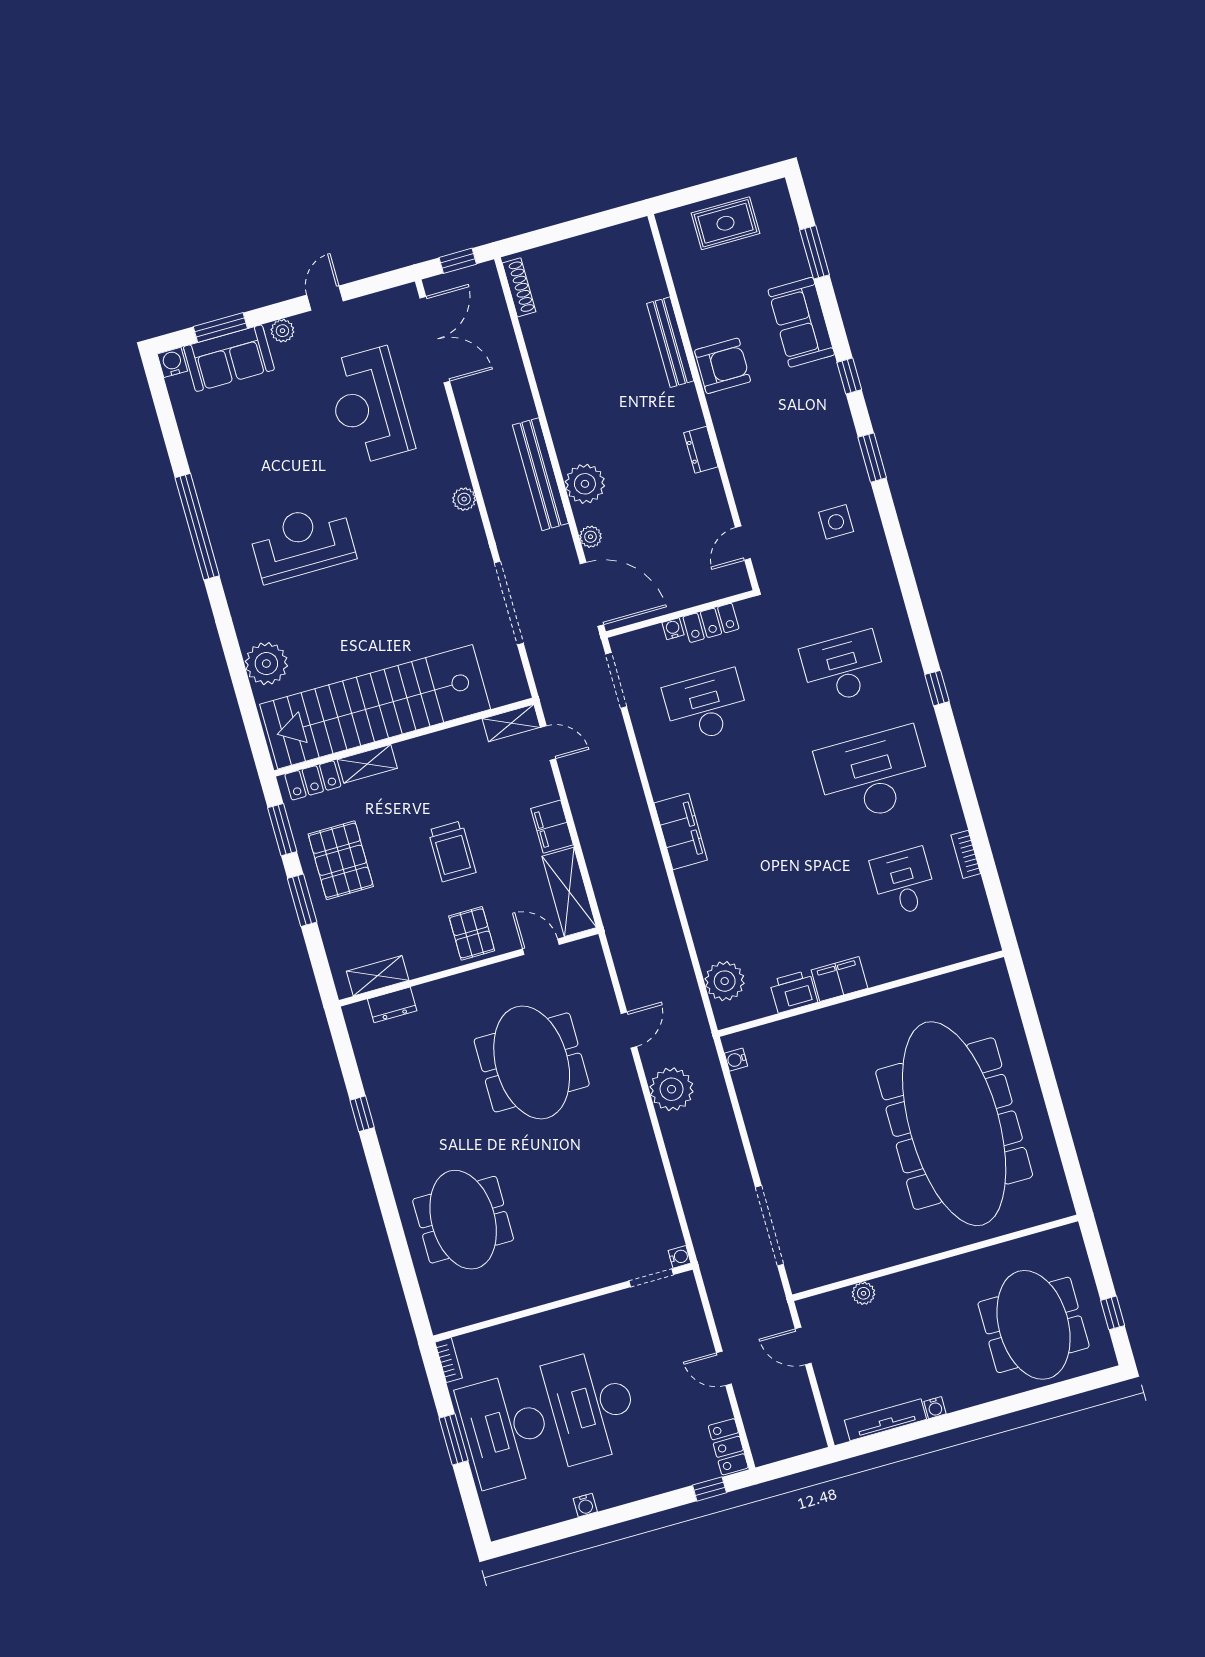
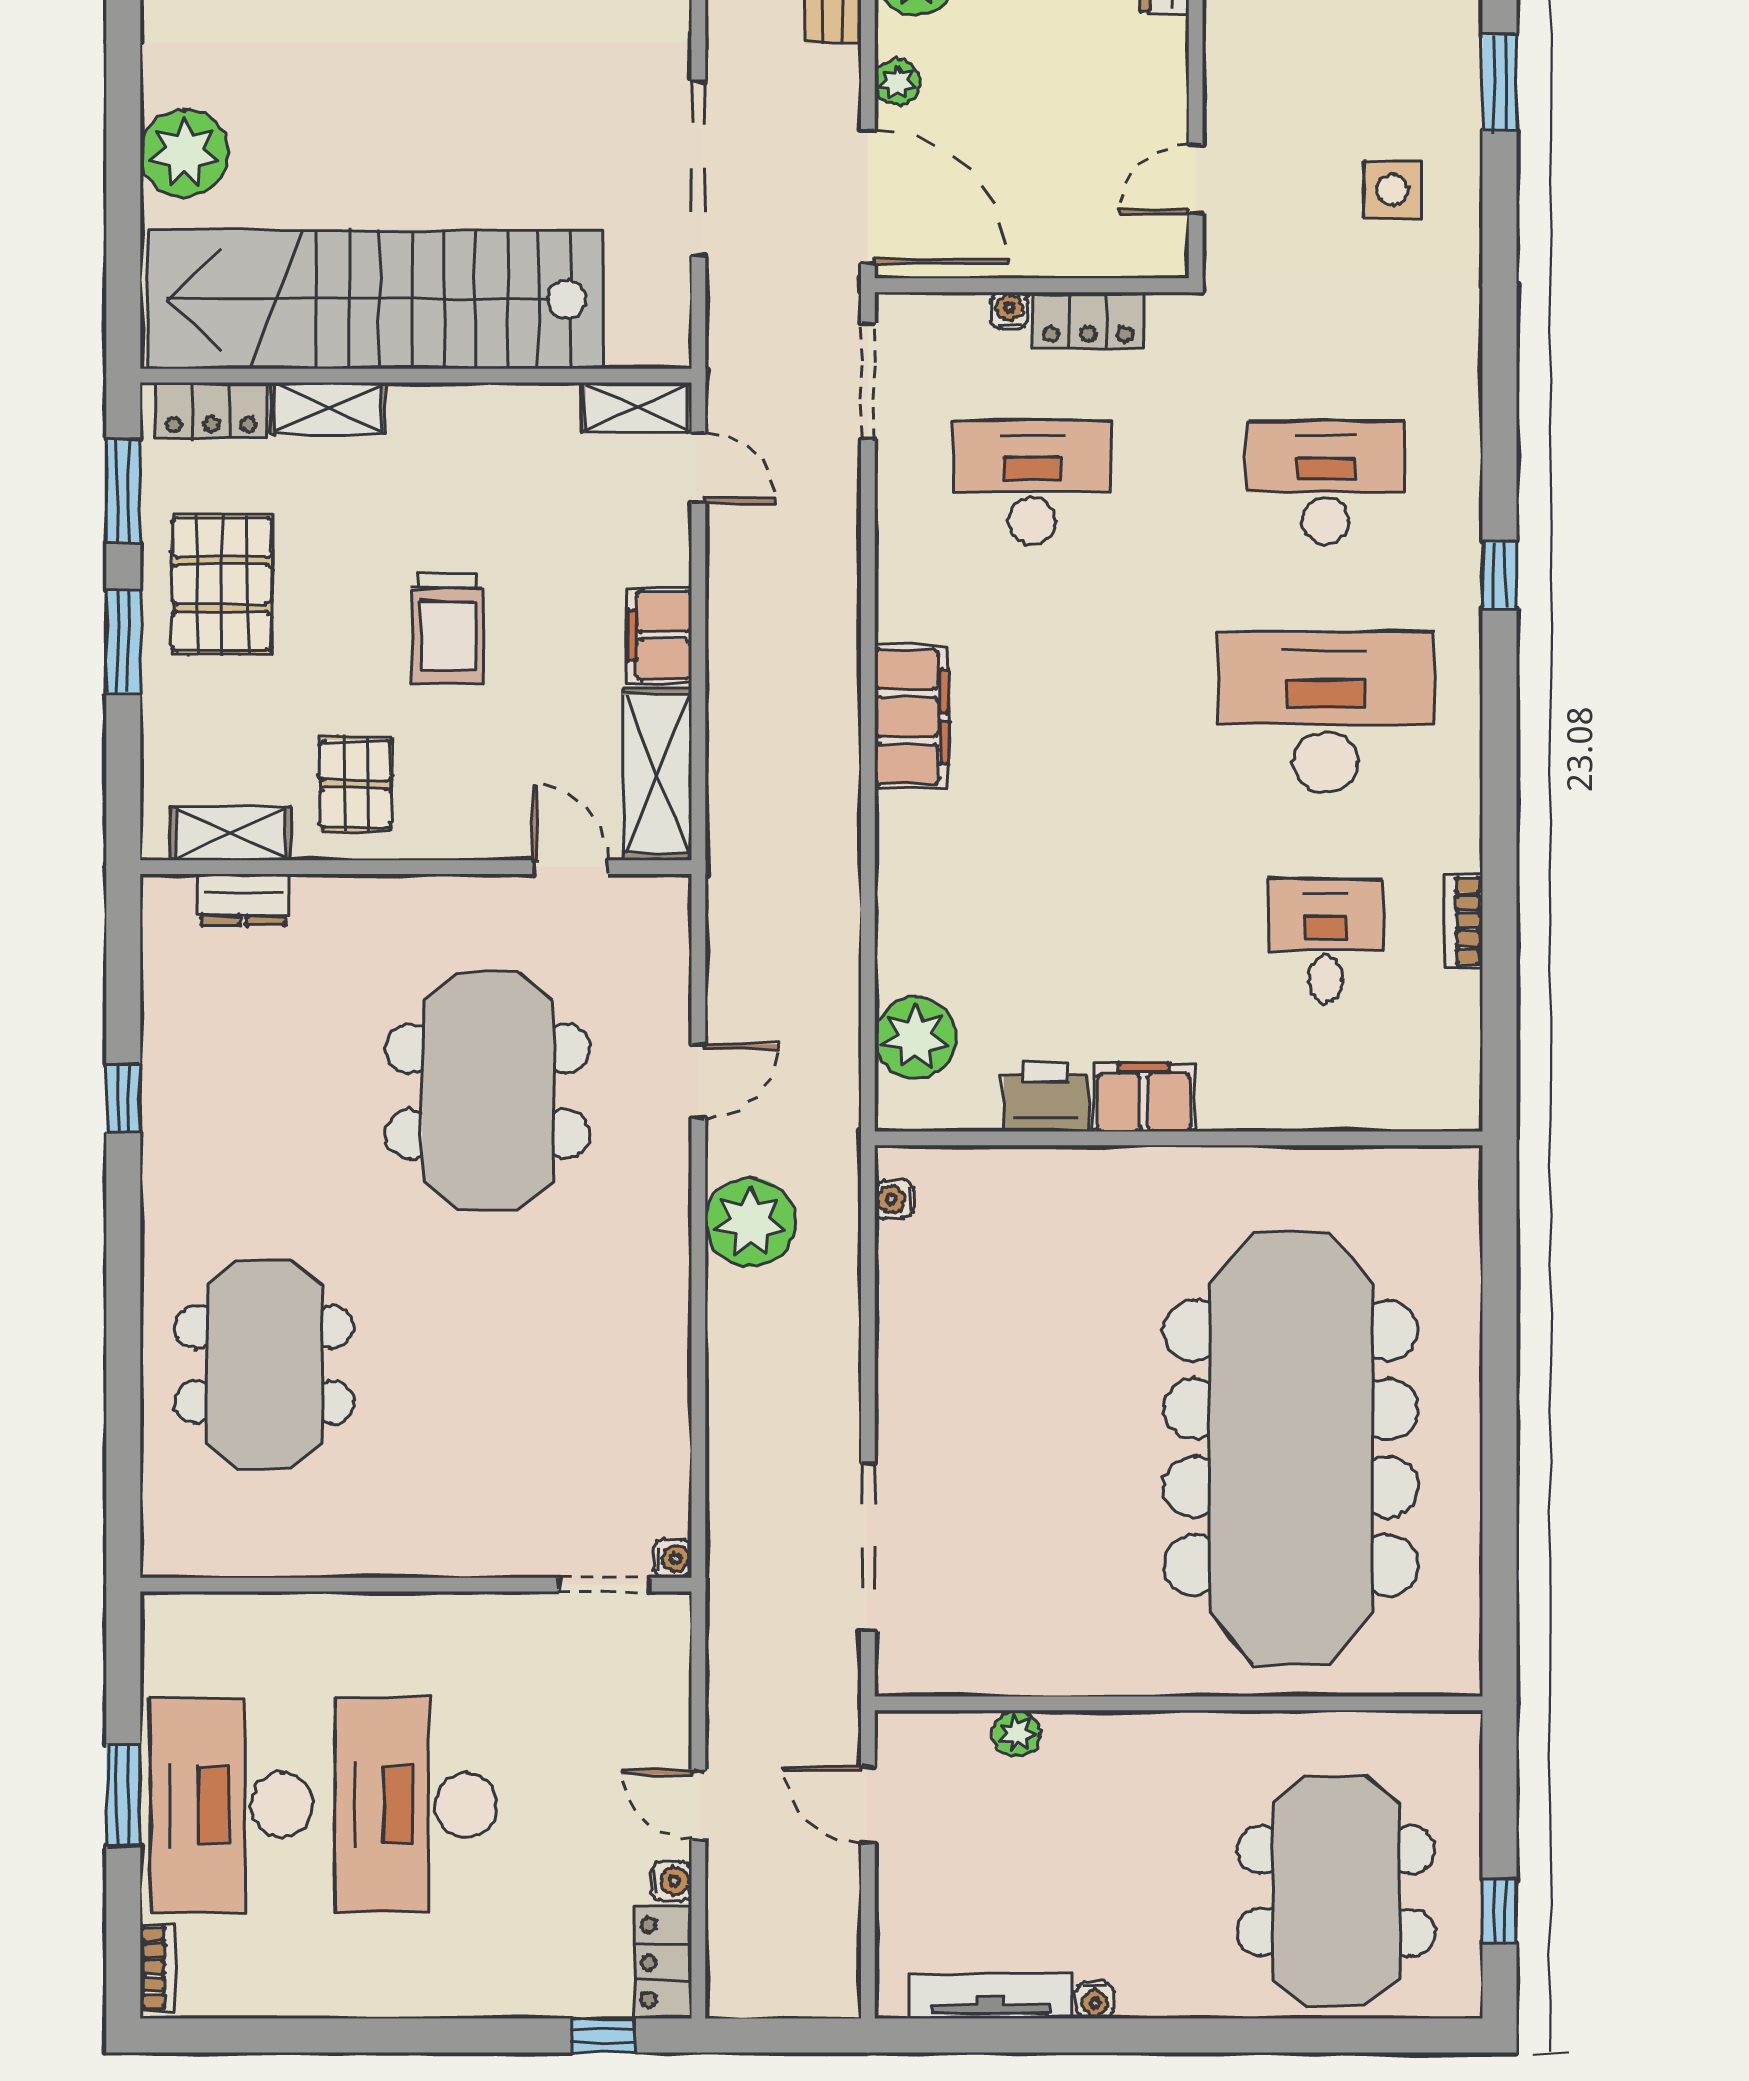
pallet: (472, 933) -> (355, 784), moved
bookcase: (449, 1360) -> (158, 1968), moved
water cooler: (585, 1505) -> (671, 1881), moved, turned -90

